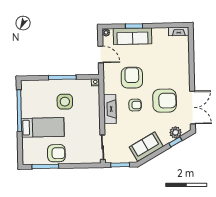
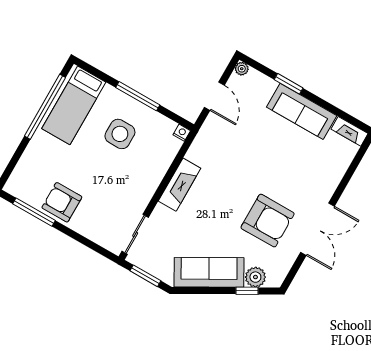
sofa: (133, 36) -> (302, 111), moved
armchair: (132, 78) -> (240, 158), removed
armchair: (135, 105) -> (220, 201), removed
double door: (192, 108) -> (317, 229), moved
bed: (43, 127) -> (74, 105), moved, turned 90
sofa: (146, 147) -> (209, 272), width x1.36
armchair: (56, 153) -> (62, 202), turned 180

